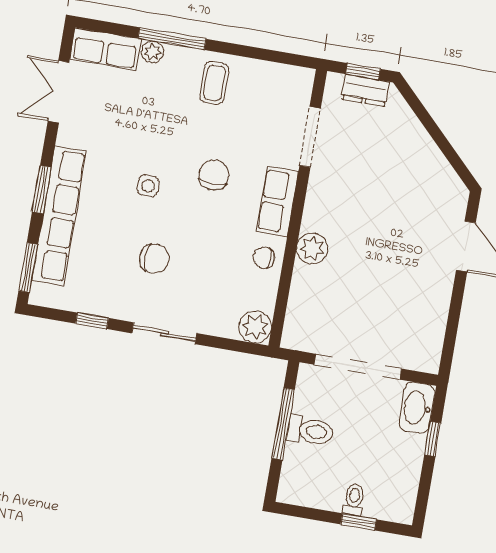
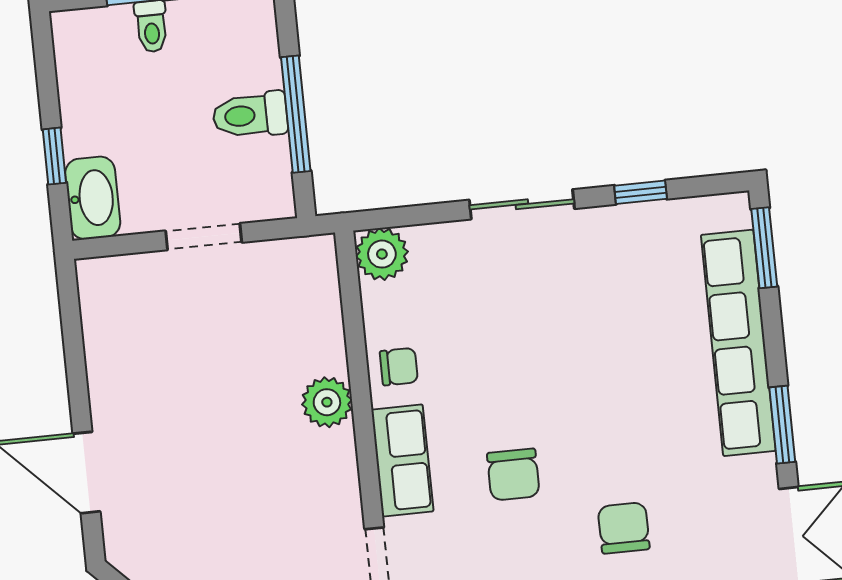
side table: (148, 186) -> (612, 428), removed
window: (42, 190) -> (782, 425), moved
chair: (154, 258) -> (624, 528), moved, turned 90
doorway: (358, 367) -> (204, 237), width x0.53

